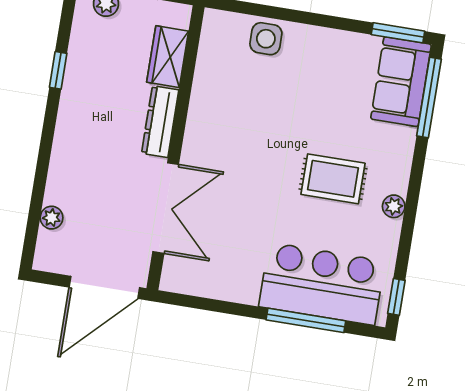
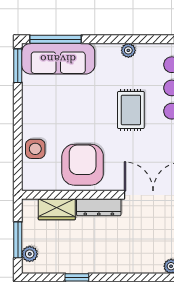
sofa: (401, 82) -> (58, 59), width x1.36
armchair: (230, 107) -> (83, 165), added
rug: (333, 179) -> (131, 110), moved

